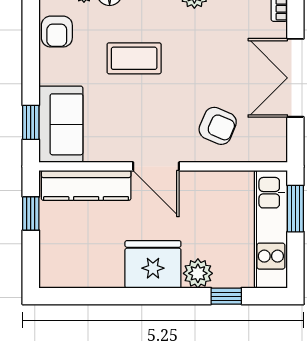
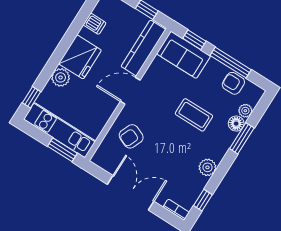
window: (31, 53) -> (231, 63), added
coffee table: (134, 58) -> (194, 115), turned 90
dishwasher: (95, 273) -> (95, 24), added
window: (226, 296) -> (31, 97), moved

